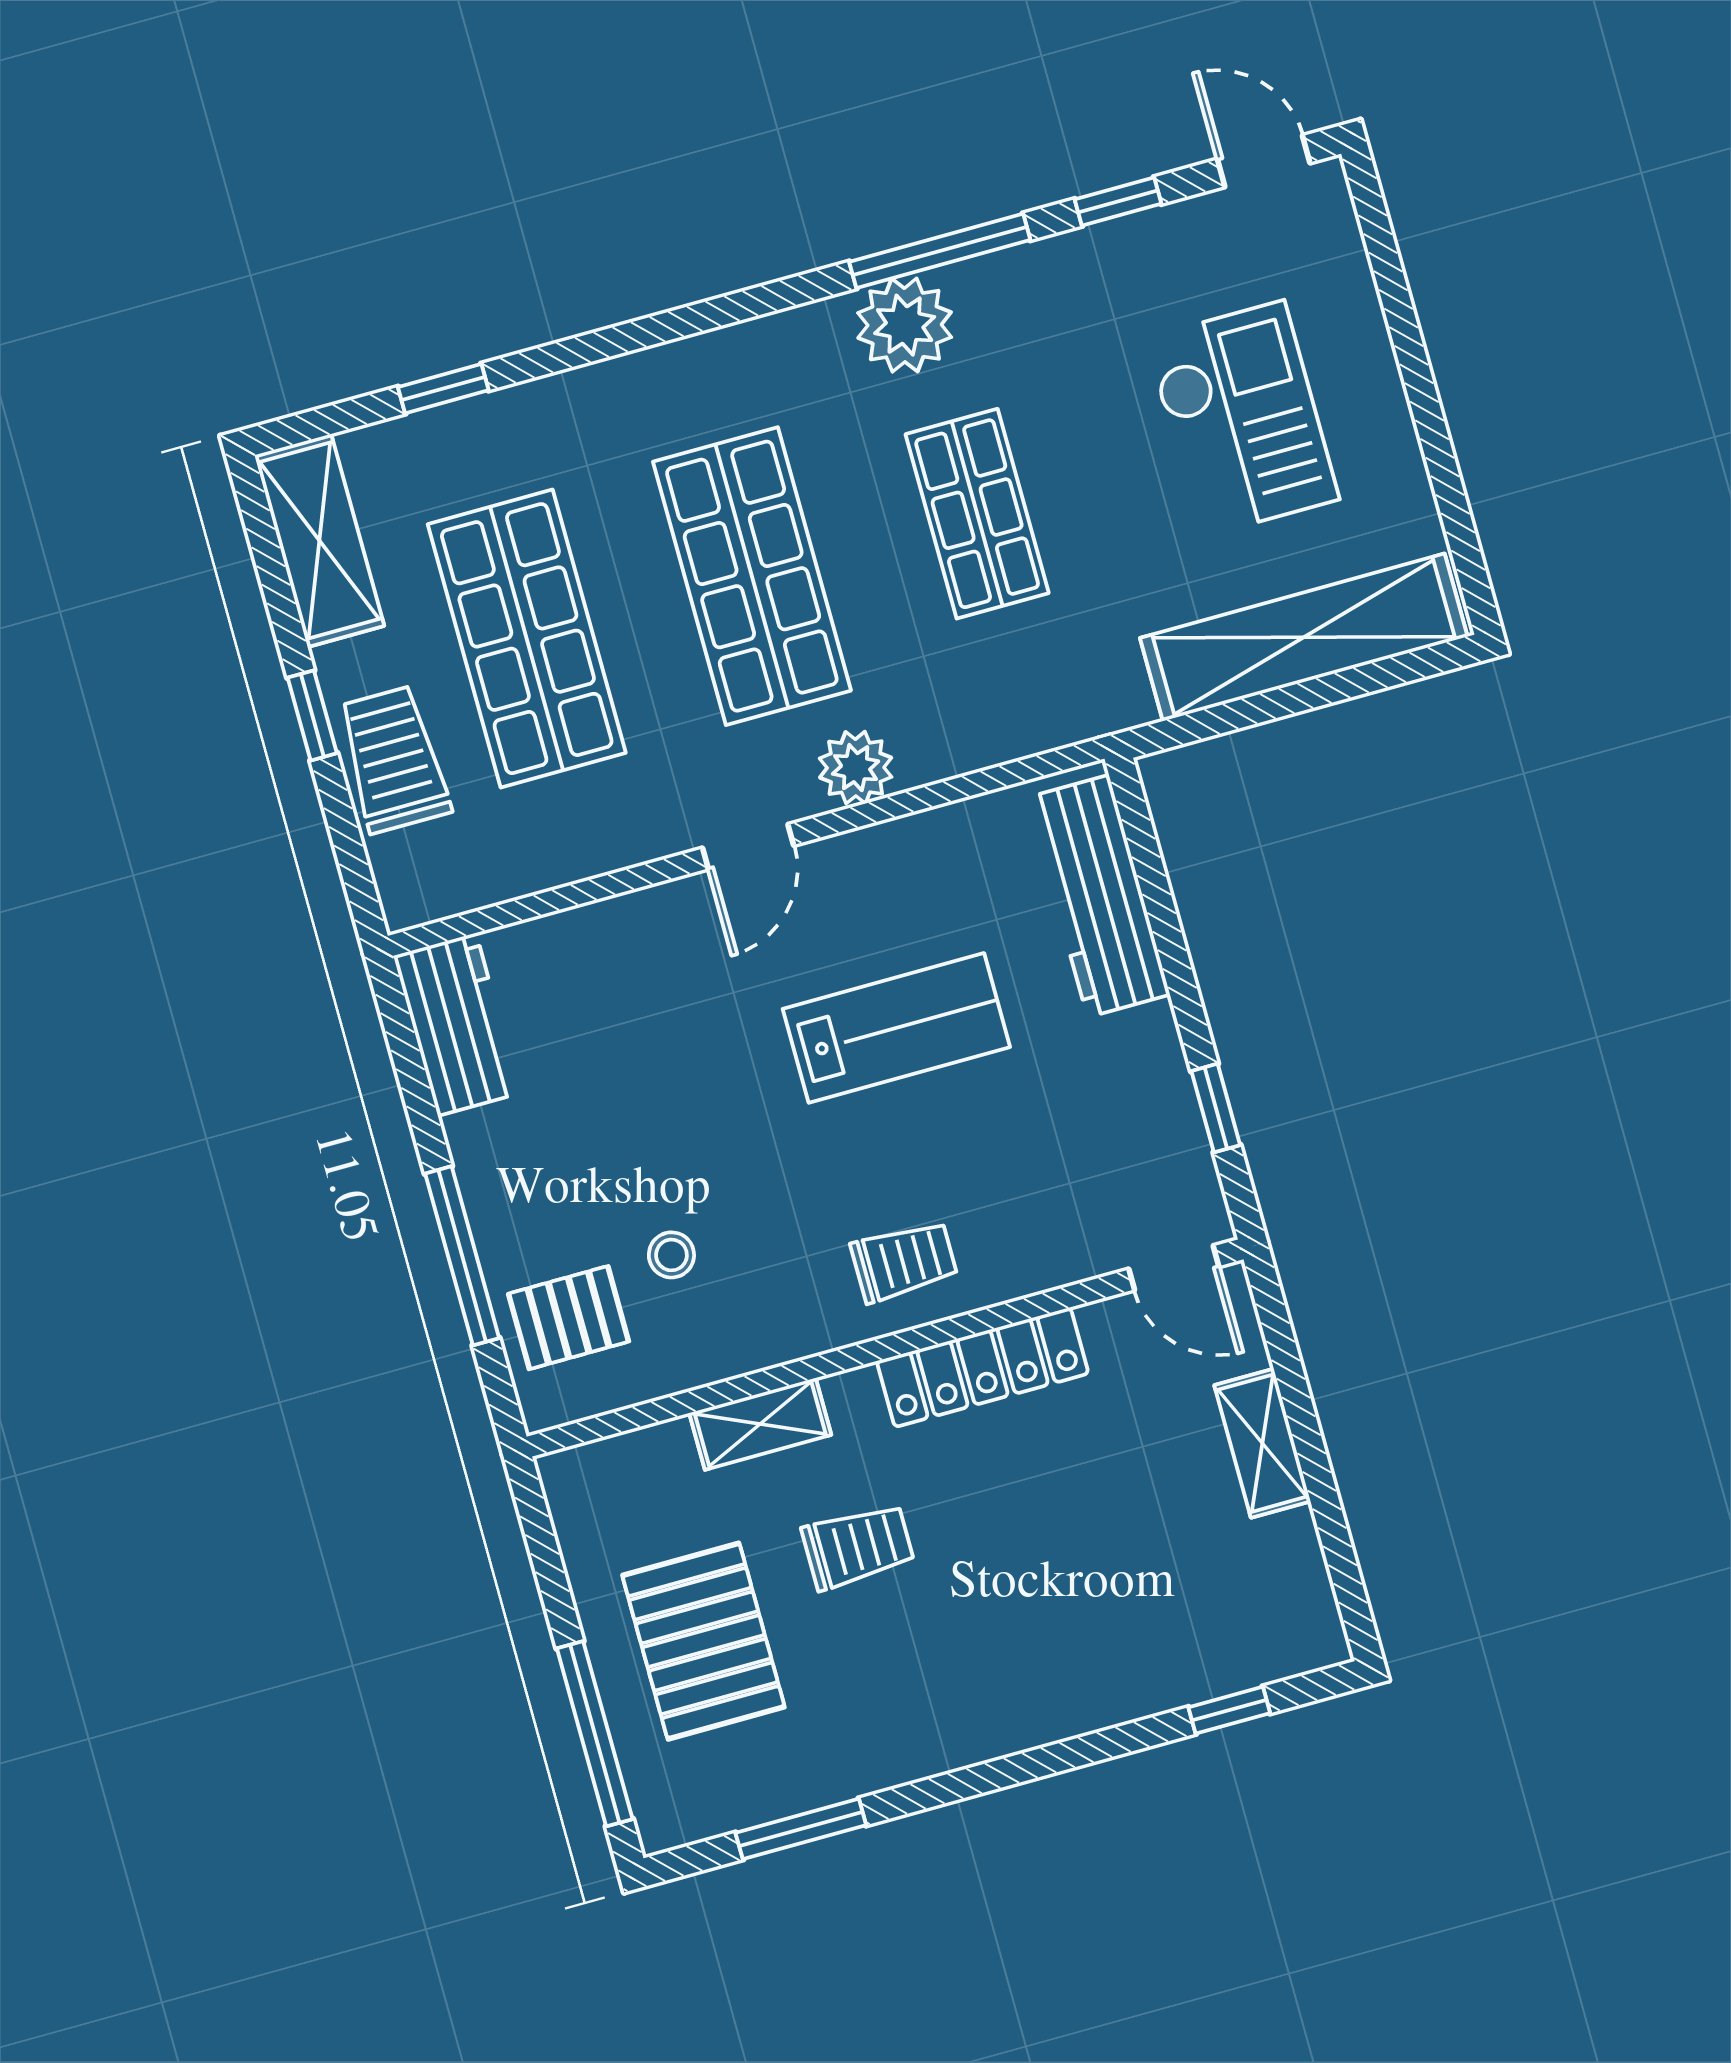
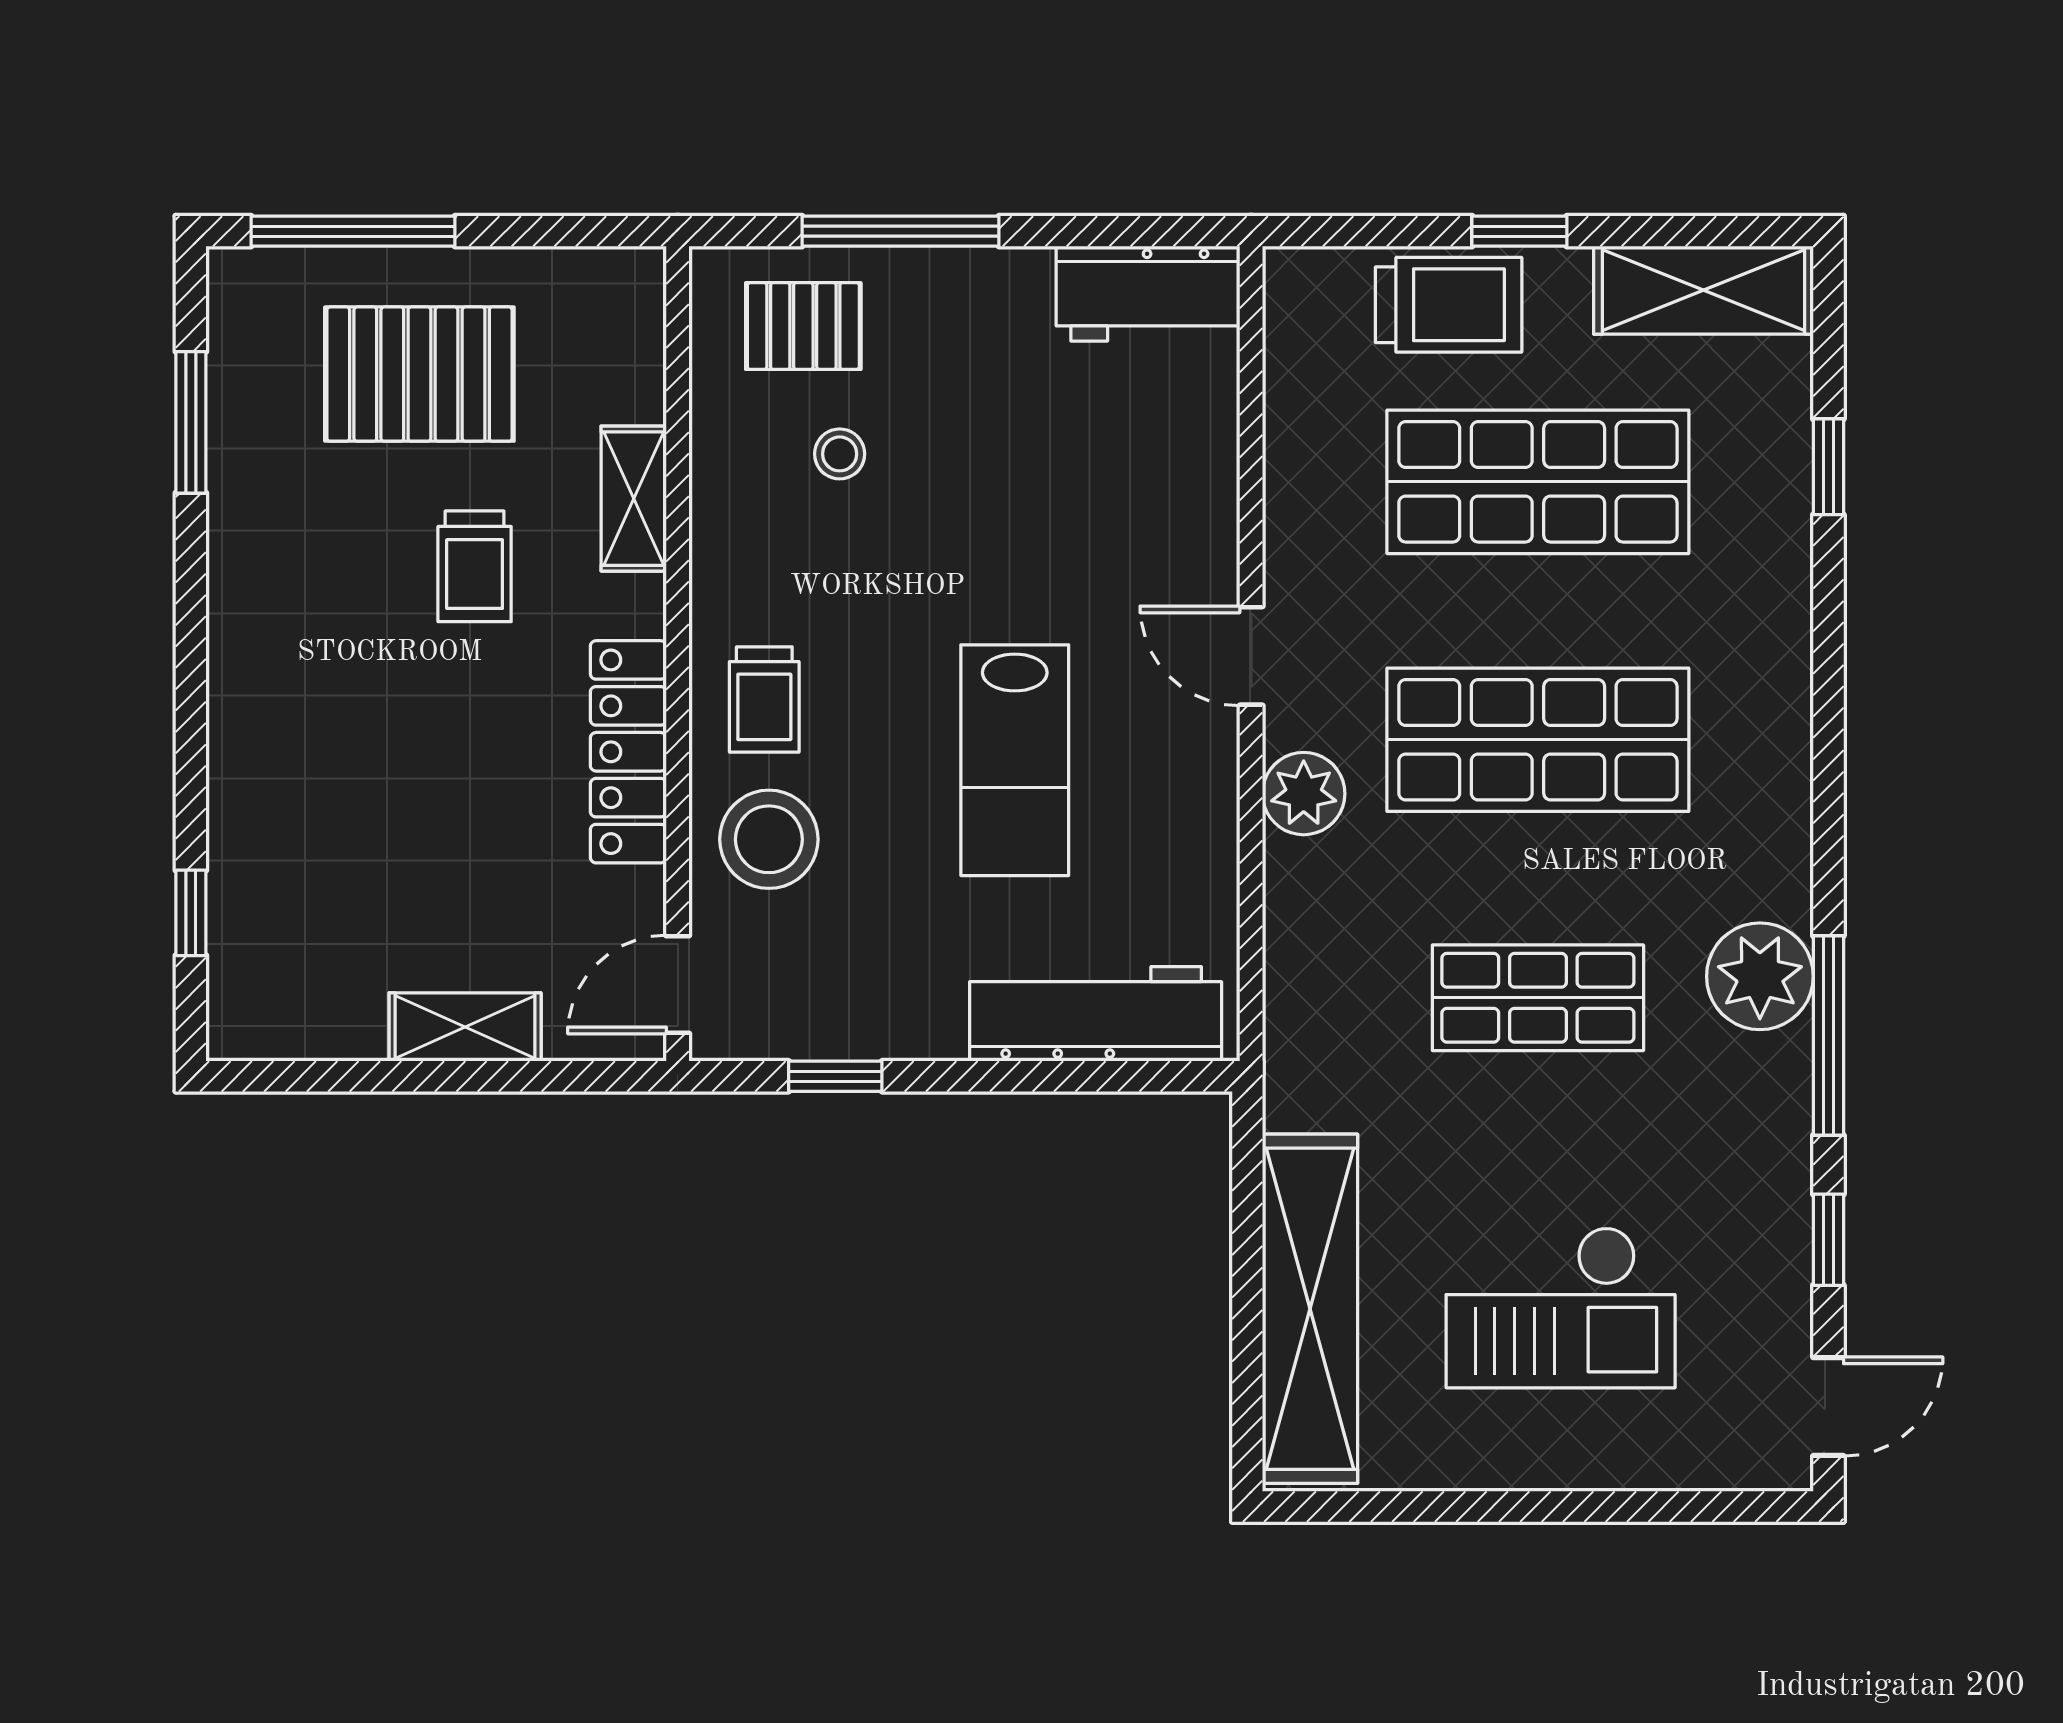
stool: (1025, 1223) -> (769, 839), added
pallet: (569, 1318) -> (803, 326), turned 90

